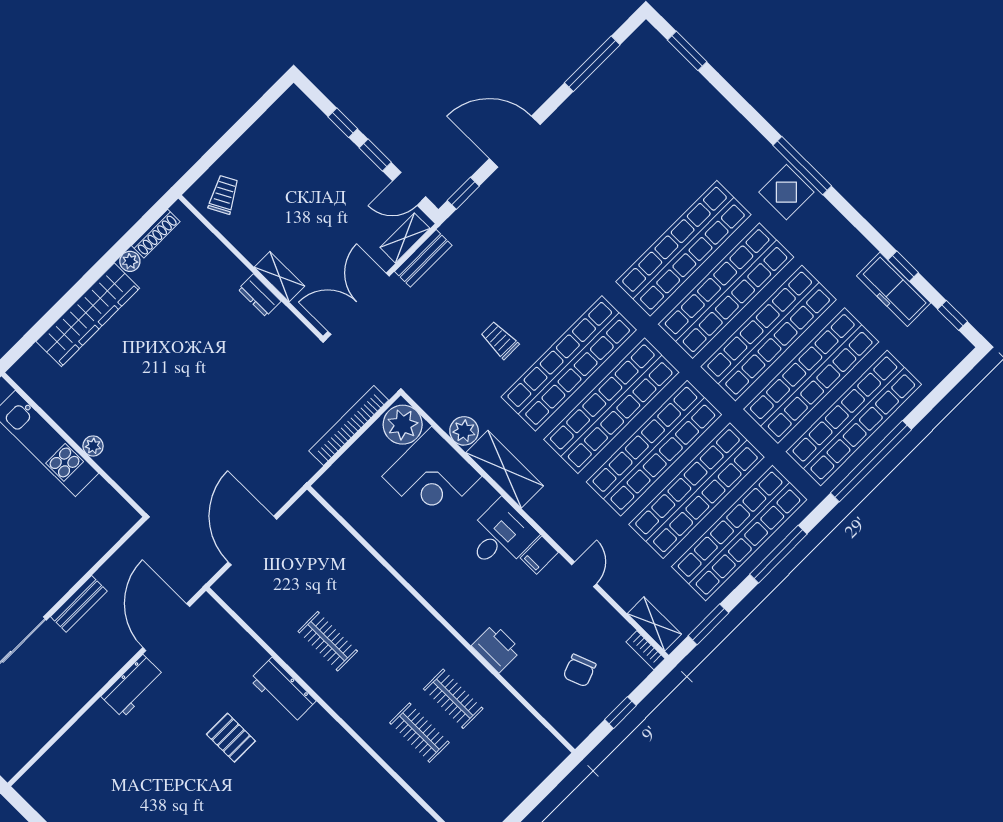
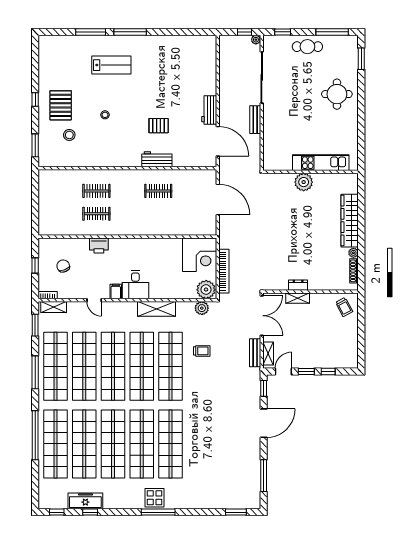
plant: (464, 431) -> (202, 308), moved
plant: (93, 446) -> (304, 182), width x1.88, depth x1.88
corner desk: (432, 476) -> (200, 255), moved, turned 180

